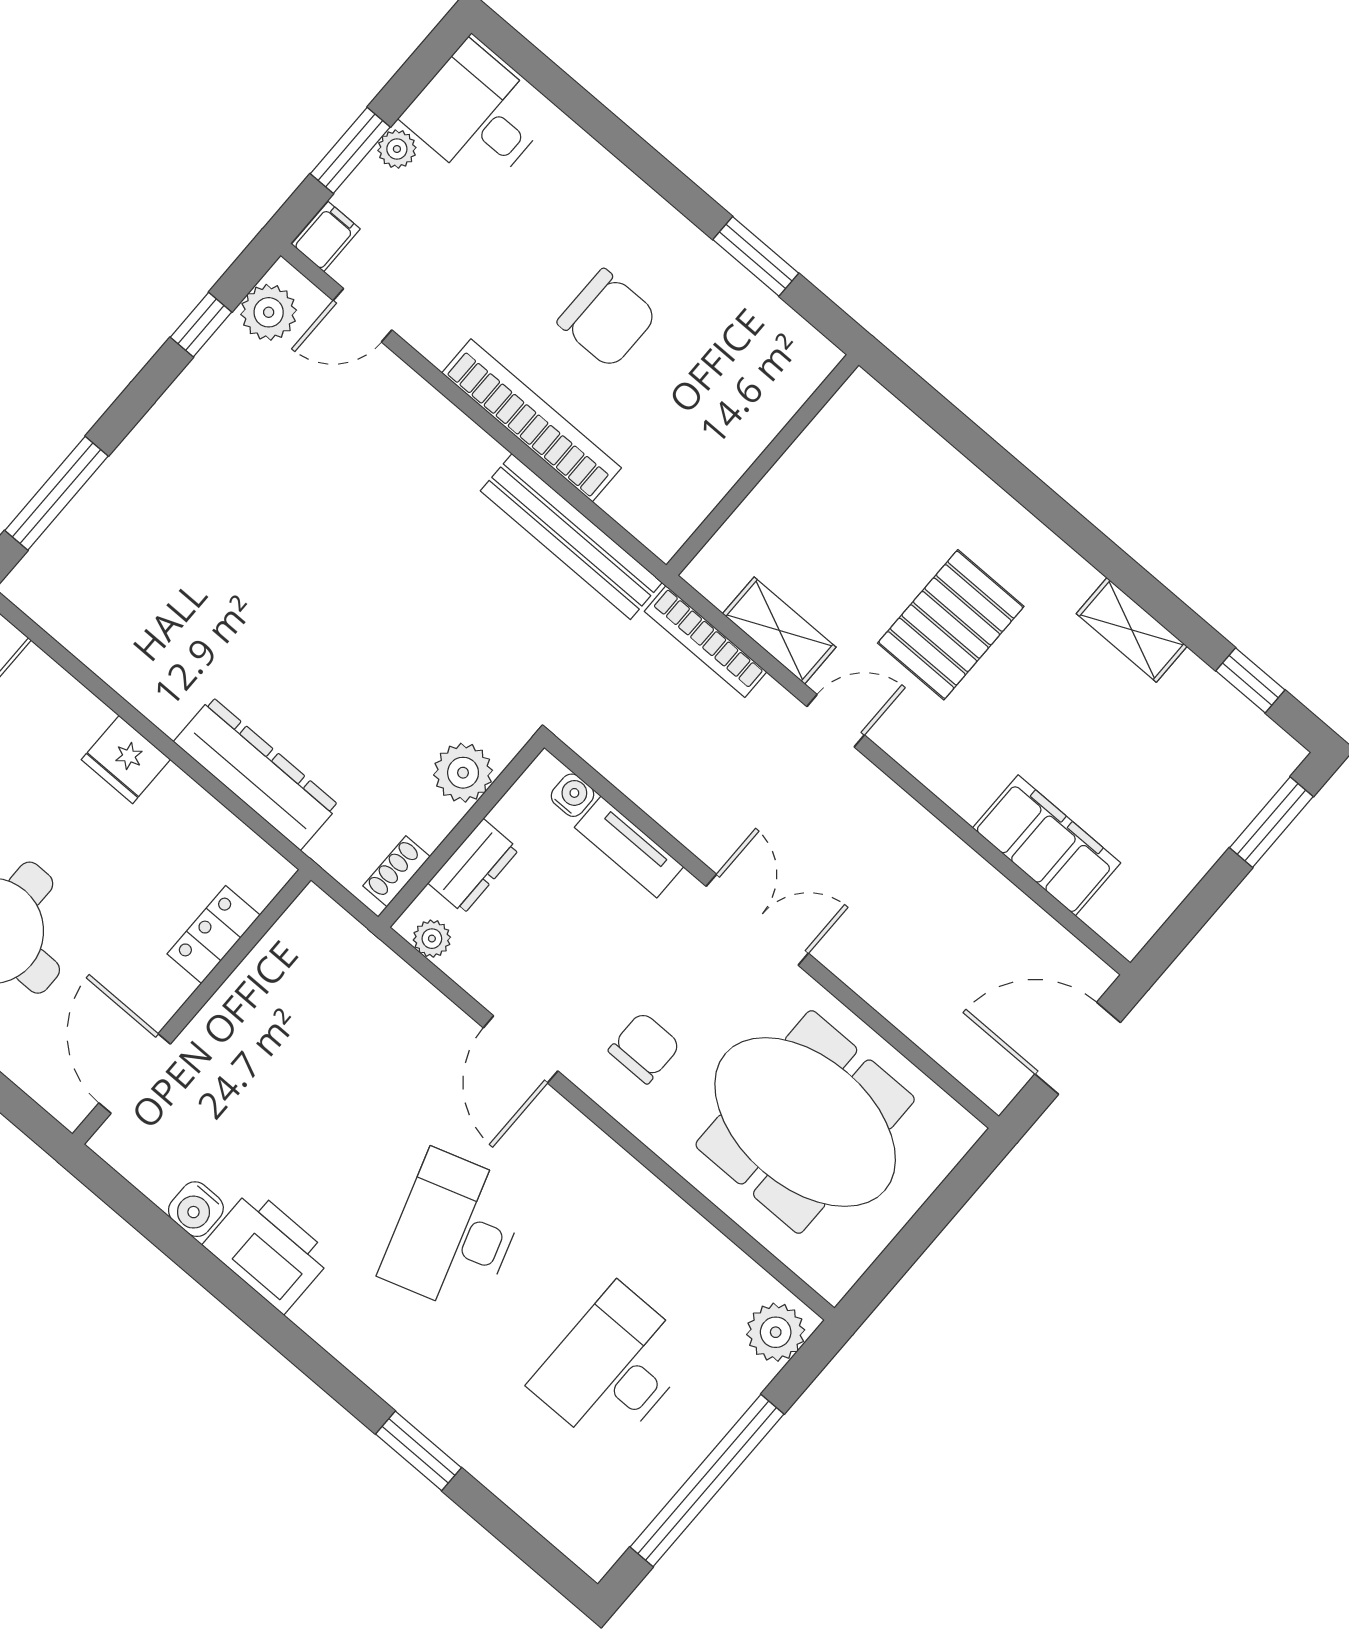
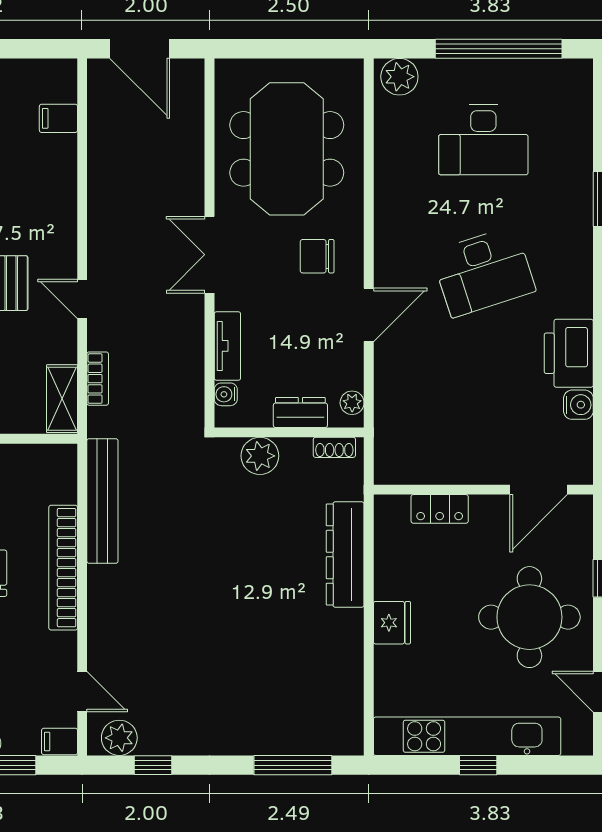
shelving: (779, 630) -> (62, 399), moved
bookcase: (706, 642) -> (98, 379), width x0.64
filing cabinet: (1047, 845) -> (58, 118), width x0.33, depth x0.86

